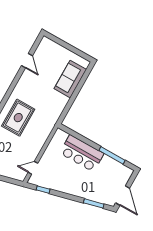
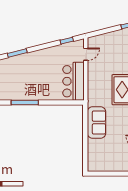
sofa: (70, 79) -> (96, 123), moved
bar counter: (82, 153) -> (74, 81), moved, turned -90

